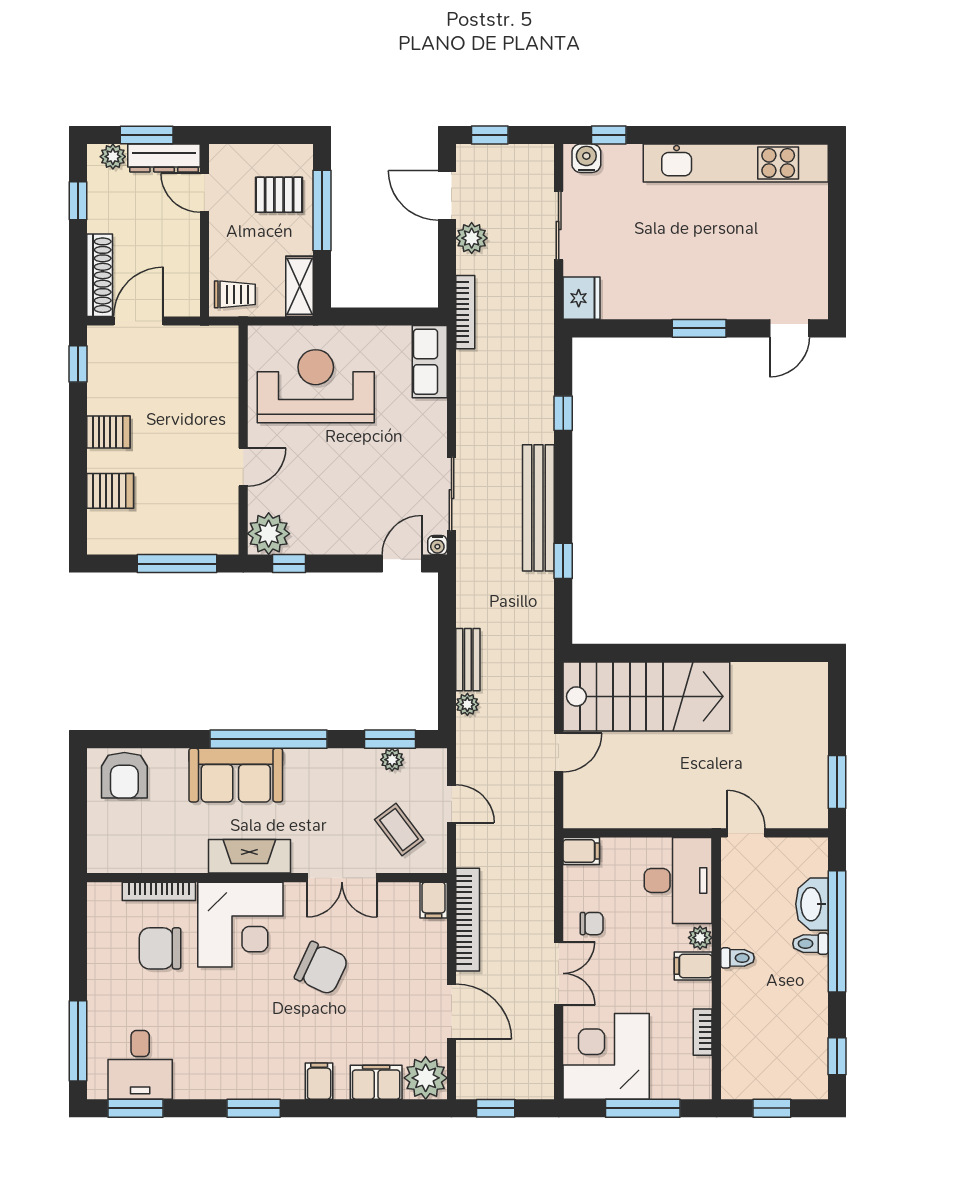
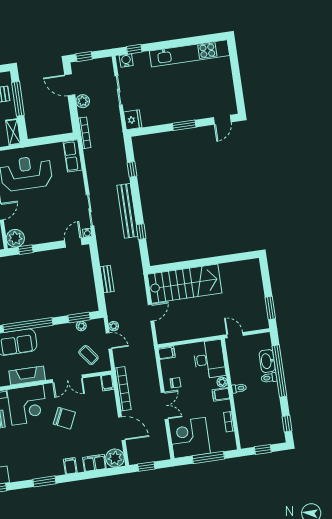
plant: (467, 704) -> (114, 326), moved

